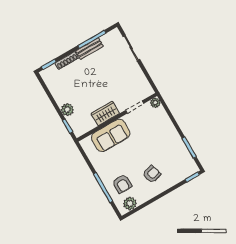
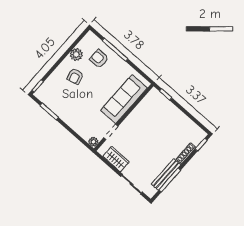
bench: (89, 49) -> (166, 174), width x1.36
plant: (67, 110) -> (171, 109), removed
wardrobe: (105, 113) -> (116, 159), moved, turned -90
sofa: (111, 135) -> (124, 99), width x1.36
plant: (130, 203) -> (76, 54), moved

